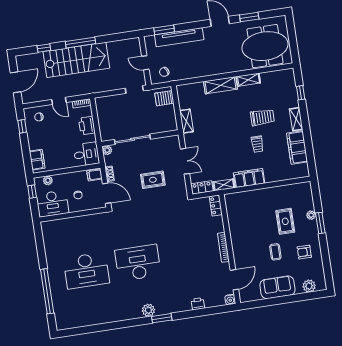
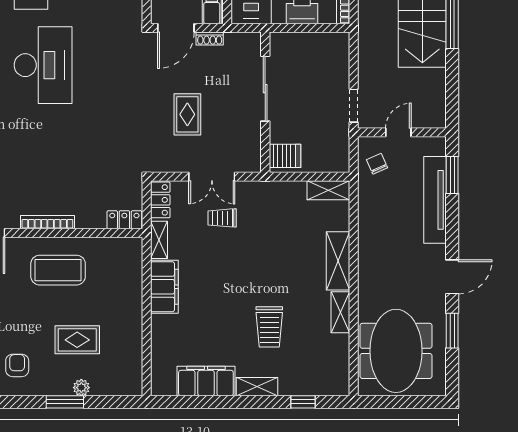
server rack: (164, 98) -> (285, 156), moved, turned 90
shelving: (186, 121) -> (328, 190), moved
trolley: (257, 144) -> (222, 218), moved
plant: (107, 150) -> (253, 41), removed
coffee table: (275, 252) -> (58, 270), moved, width x1.86, depth x1.72

